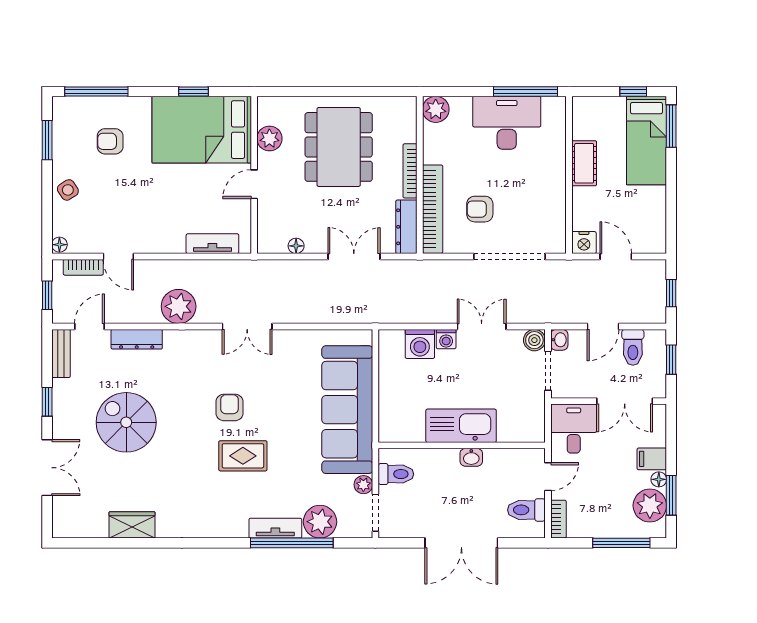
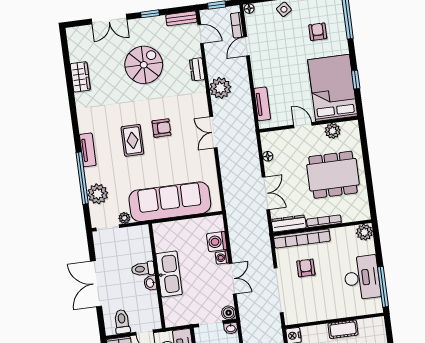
dresser: (137, 339) -> (197, 69), width x0.70
toilet: (396, 474) -> (143, 269), moved, turned 90
tv unit: (275, 528) -> (88, 150), moved

